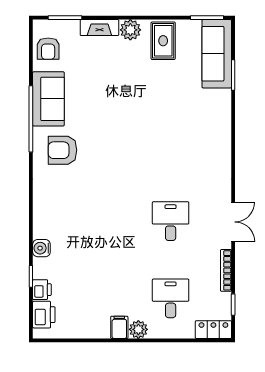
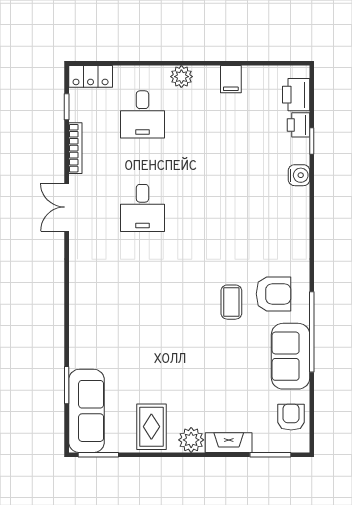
coffee table: (97, 144) -> (231, 302), added
filing cabinet: (119, 327) -> (231, 79), moved

